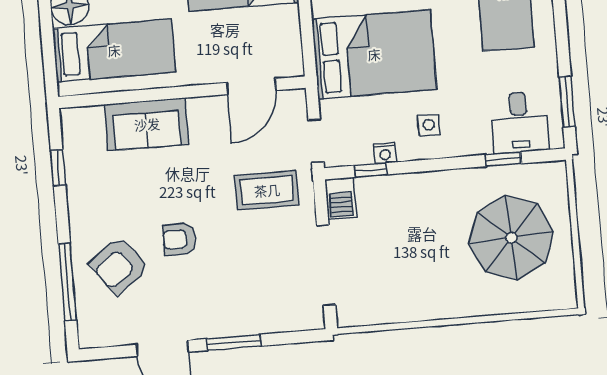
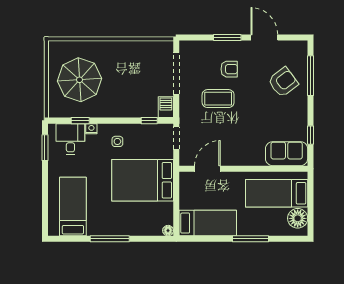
sofa: (147, 124) -> (287, 154), moved
nightstand: (385, 153) -> (91, 129), moved
coffee table: (267, 190) -> (218, 99), moved
armchair: (179, 239) -> (229, 69), moved

